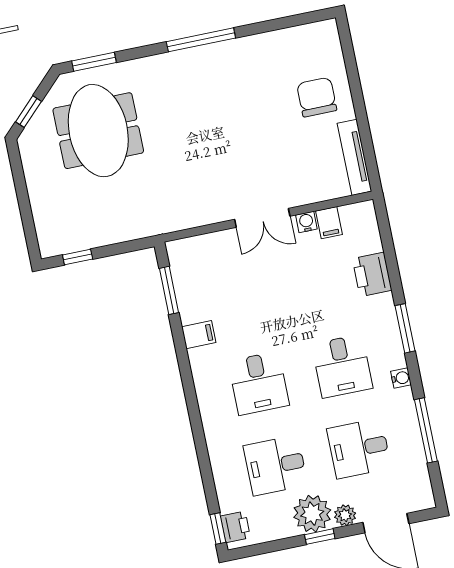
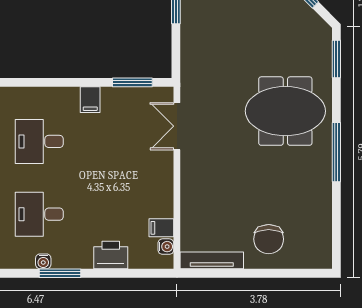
chair: (317, 97) -> (269, 239), turned 90
meeting table: (98, 131) -> (285, 111), moved
double door: (262, 218) -> (177, 126), moved
water cooler: (306, 222) -> (166, 247), moved
water cooler: (401, 378) -> (43, 261), moved

